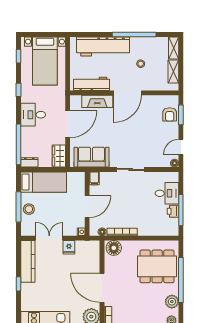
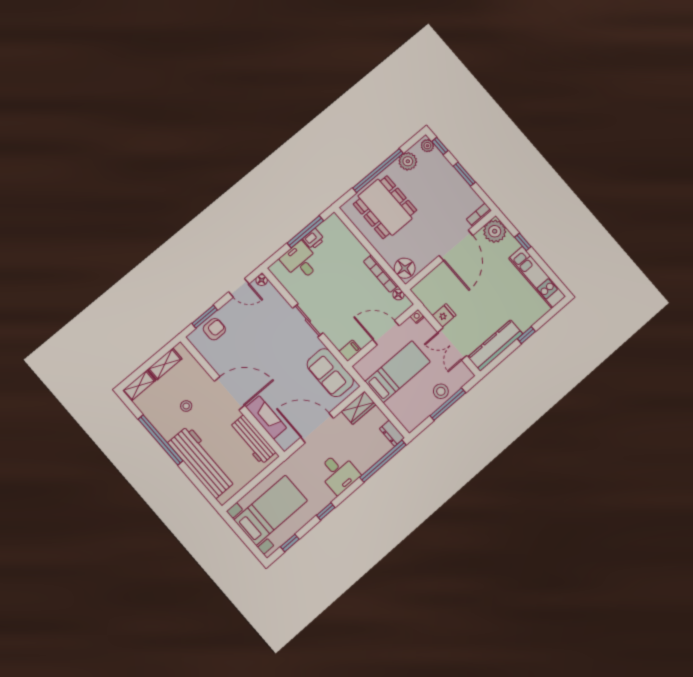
bed: (44, 182) -> (398, 372), moved, turned 90

